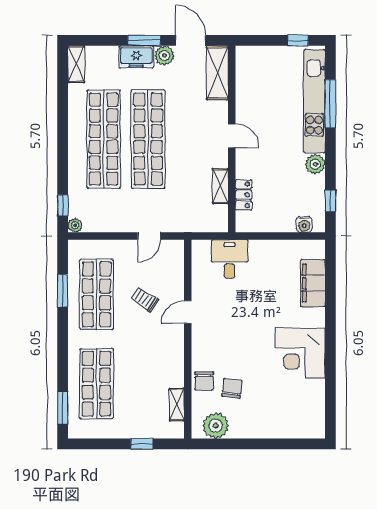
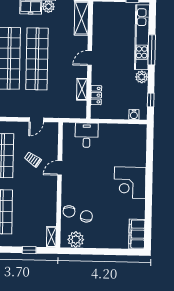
window: (330, 104) -> (152, 50), moved
door: (232, 136) -> (90, 58), swing flipped
filing cabinet: (313, 283) -> (137, 234), moved
corner desk: (300, 353) -> (130, 183), moved
shelving: (177, 405) -> (51, 237), moved

